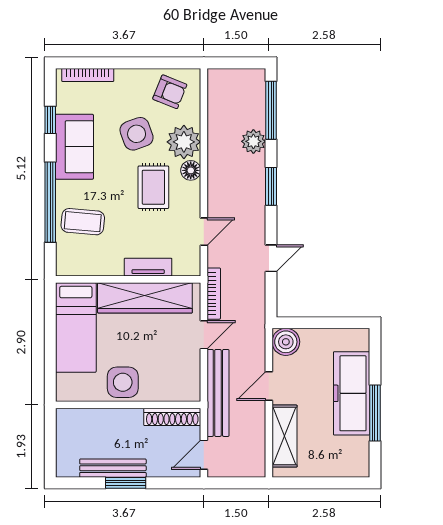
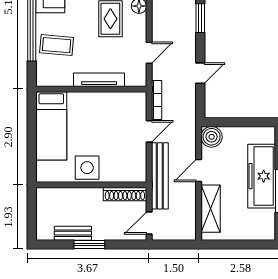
tv unit: (148, 267) -> (99, 80), width x1.41
wardrobe: (145, 298) -> (104, 103), removed
bench: (113, 468) -> (73, 233), width x0.73

